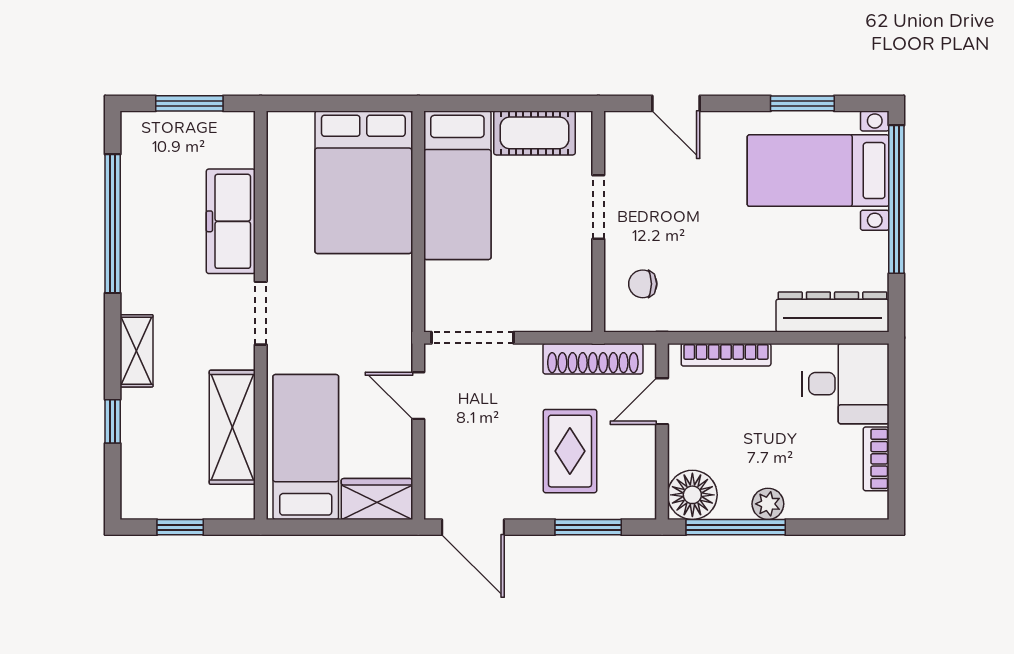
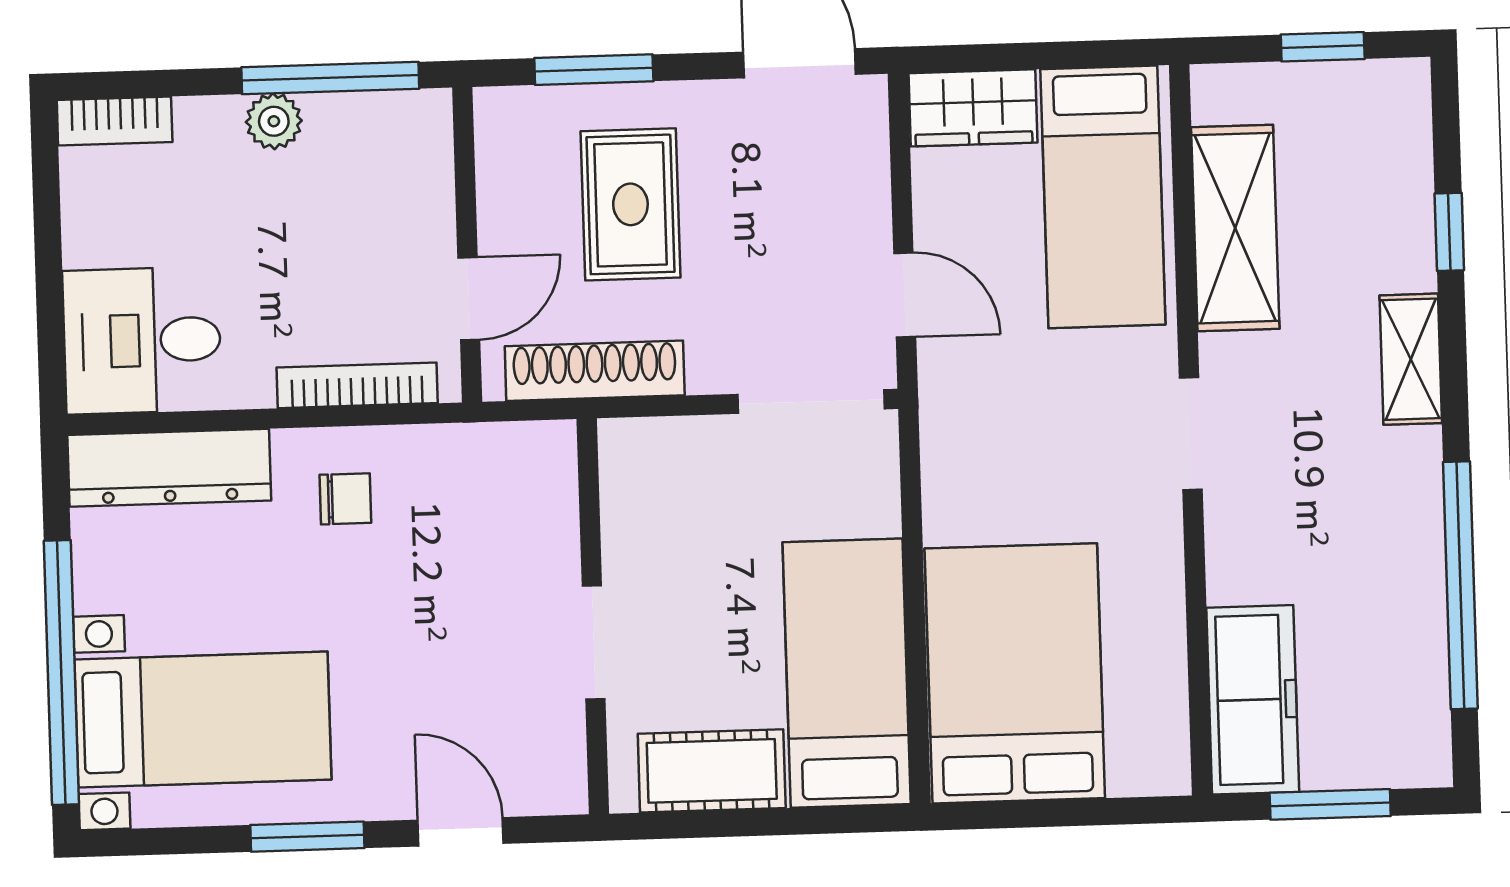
window: (802, 103) -> (307, 837), moved
freezer: (231, 221) -> (1253, 700), moved
chair: (643, 284) -> (345, 499), moved
bookcase: (876, 459) -> (115, 121), moved, turned 90
floor lamp: (692, 495) -> (409, 133), removed

